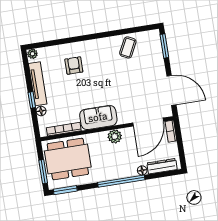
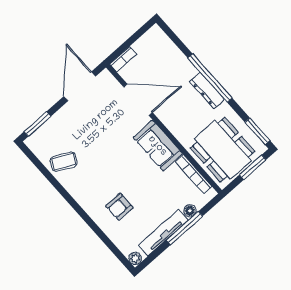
window: (32, 100) -> (184, 228), width x2.17
door: (148, 122) -> (138, 100), moved
plant: (115, 136) -> (167, 115), removed
dresser: (162, 166) -> (207, 90), moved
floor lamp: (142, 170) -> (184, 63), removed

